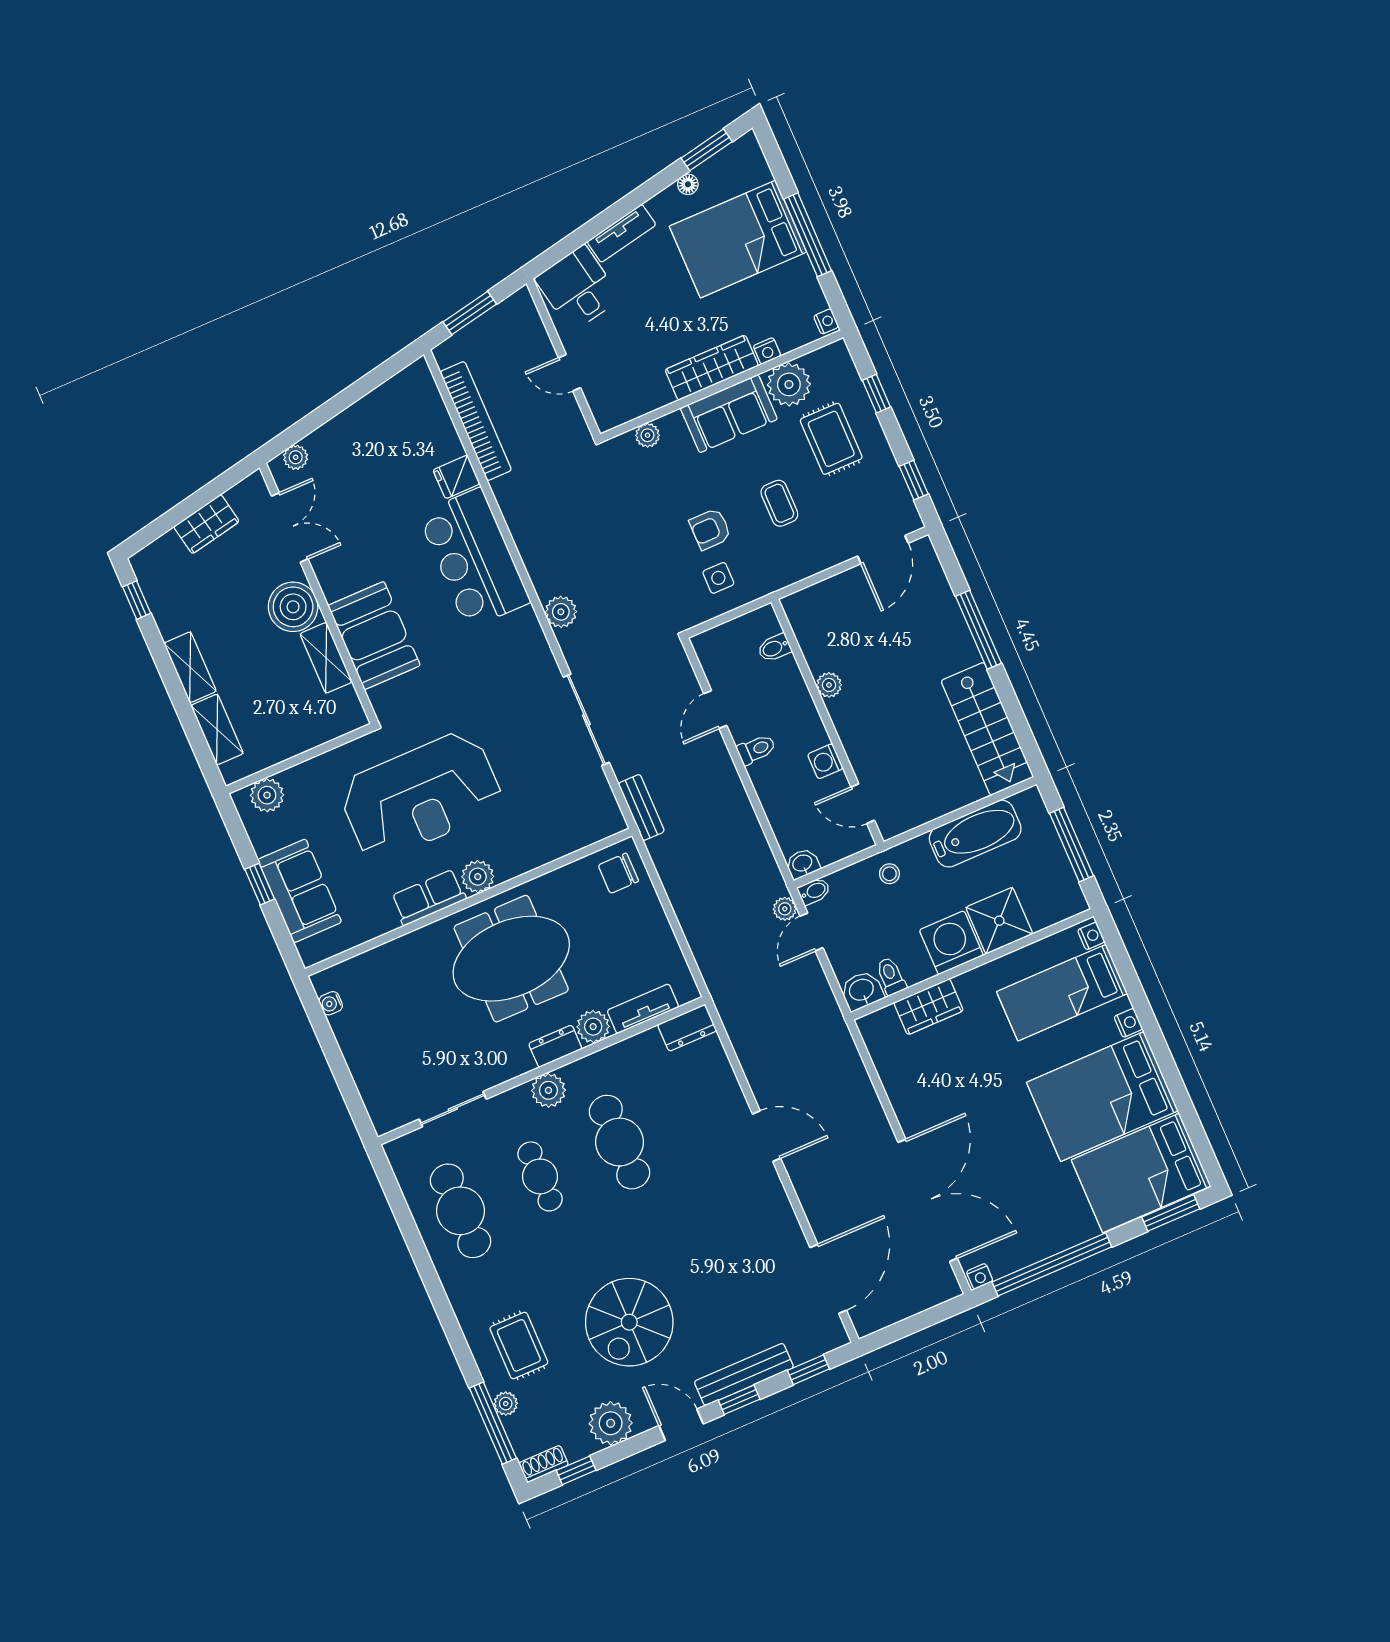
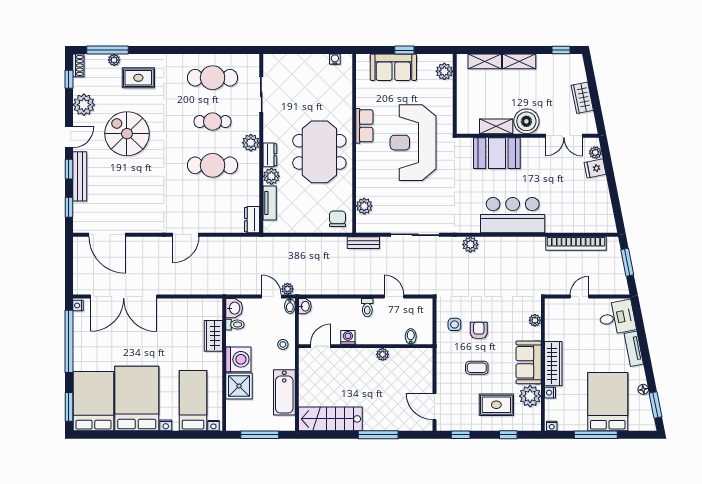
fridge: (456, 477) -> (595, 168), moved, turned -101
plant: (478, 877) -> (364, 206), moved

